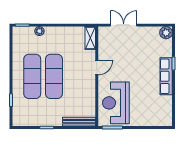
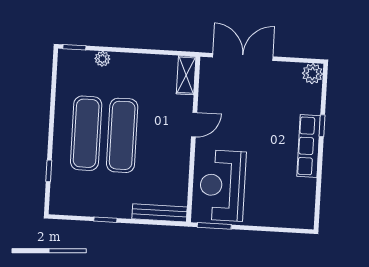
double door: (124, 25) -> (243, 57), width x1.37

